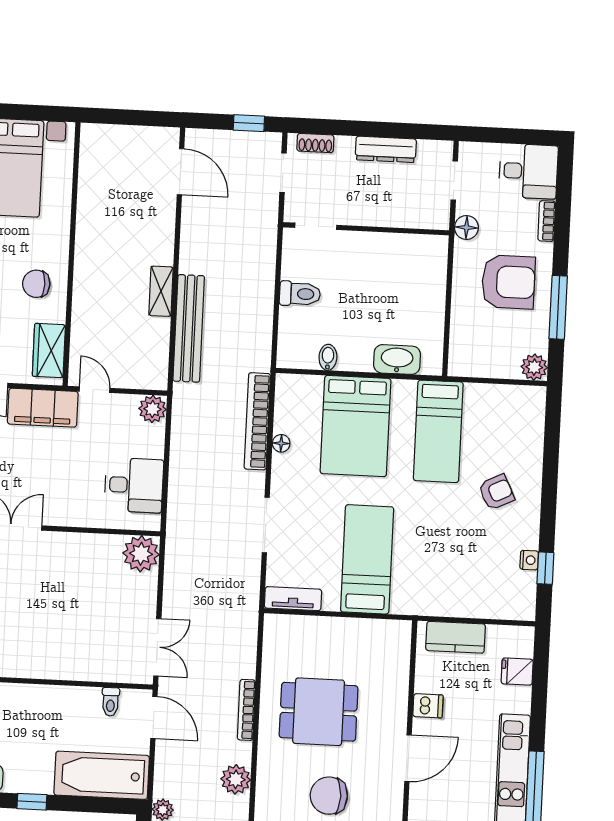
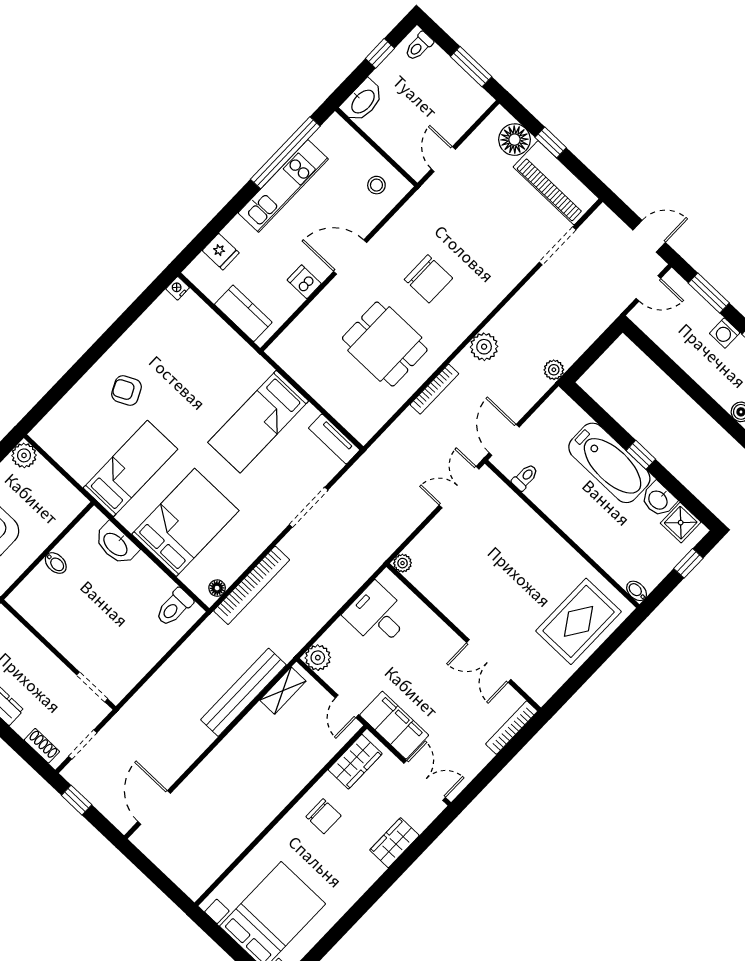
shelving: (161, 291) -> (283, 691), moved
toilet: (300, 294) -> (174, 607), moved, turned -90
bidet: (328, 357) -> (56, 563), moved, turned -90
floor lamp: (281, 443) -> (217, 588), moved
plant: (141, 554) -> (403, 563), width x0.53, depth x0.53
nightstand: (529, 560) -> (178, 288), moved
window: (545, 568) -> (138, 307), removed
bathtub: (102, 775) -> (609, 463), moved

